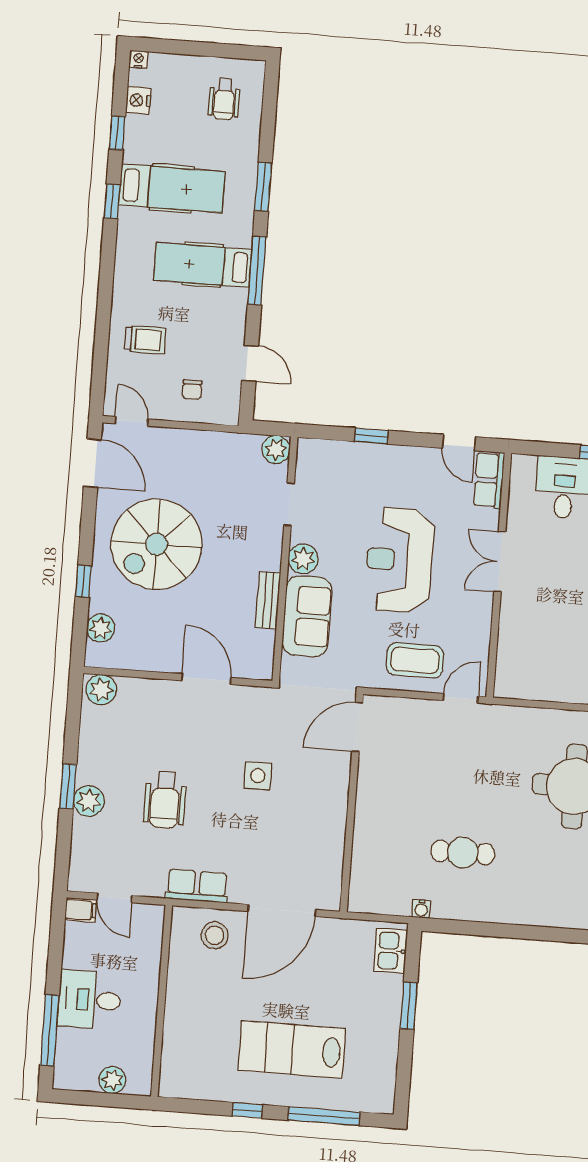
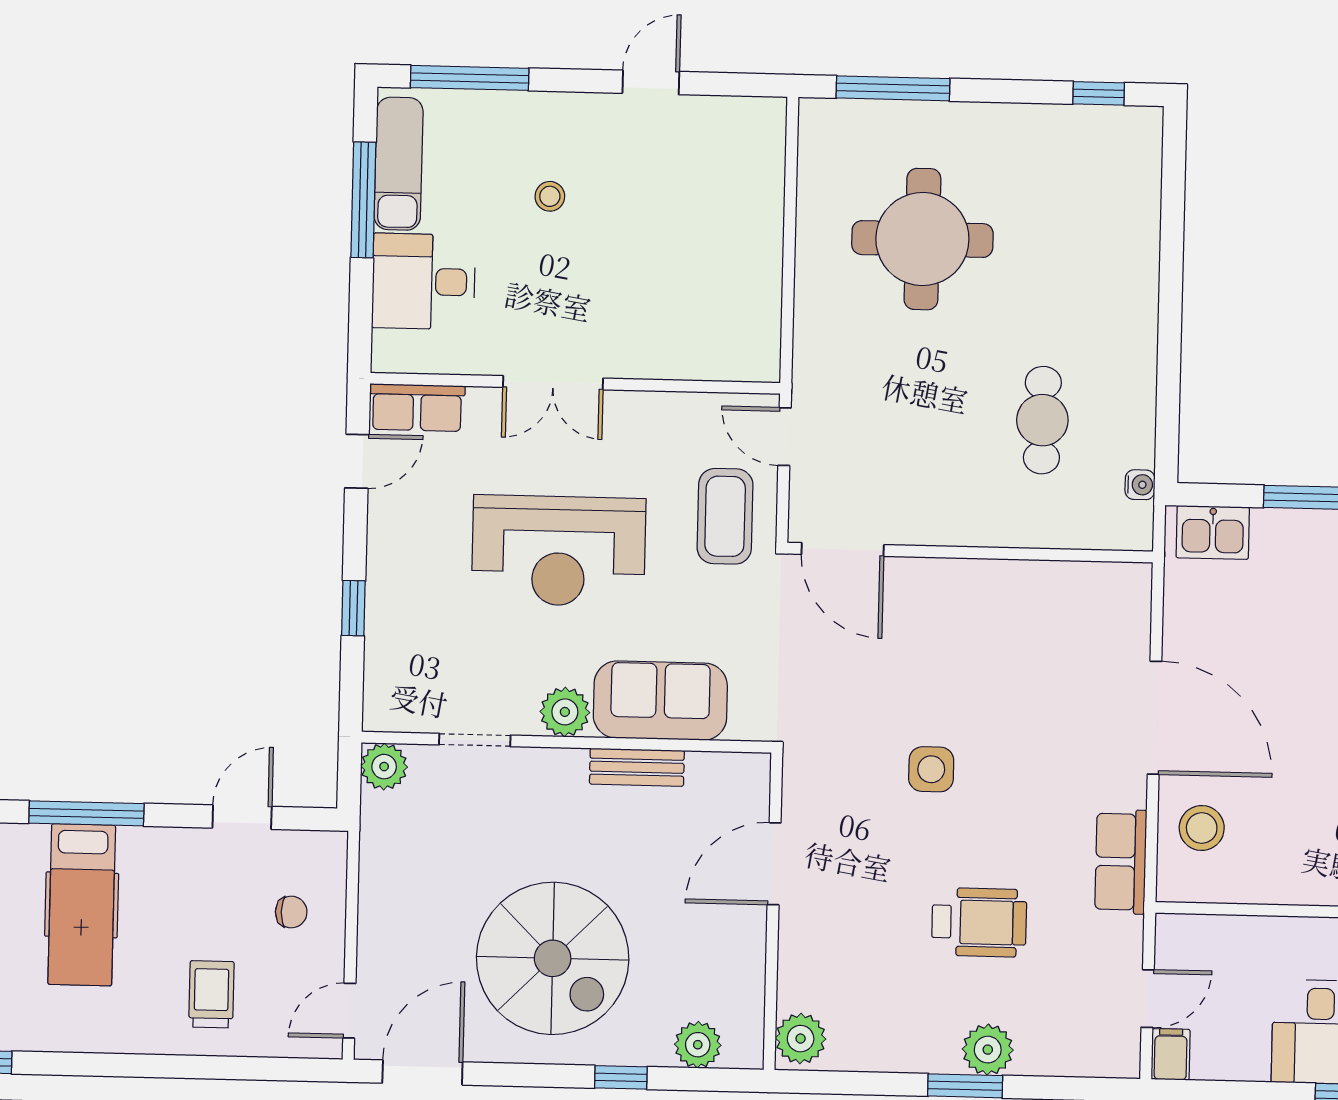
door: (357, 727) -> (843, 549), moved
wall: (352, 803) -> (970, 553), moved

